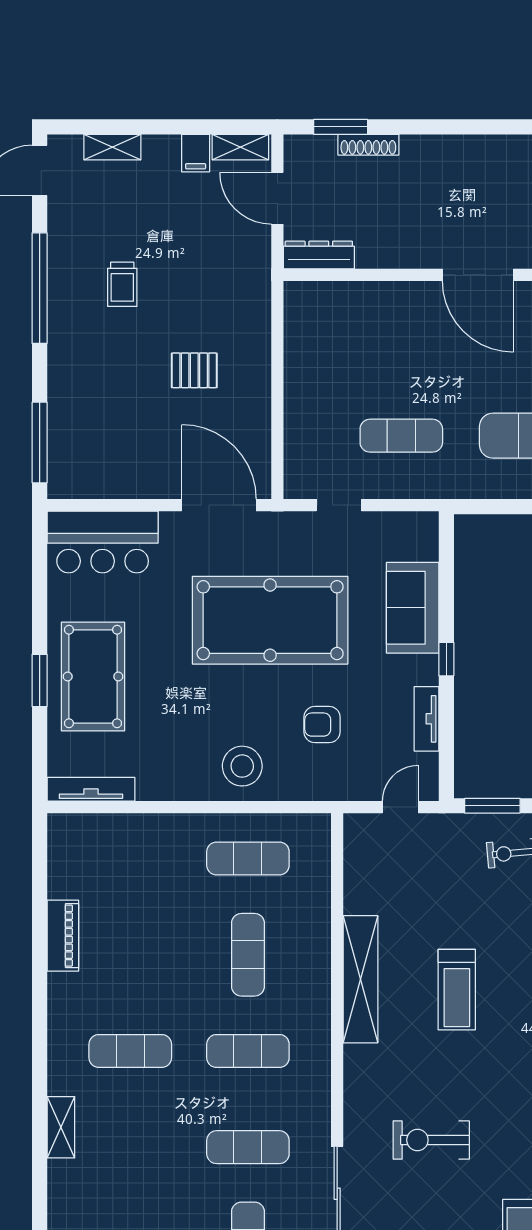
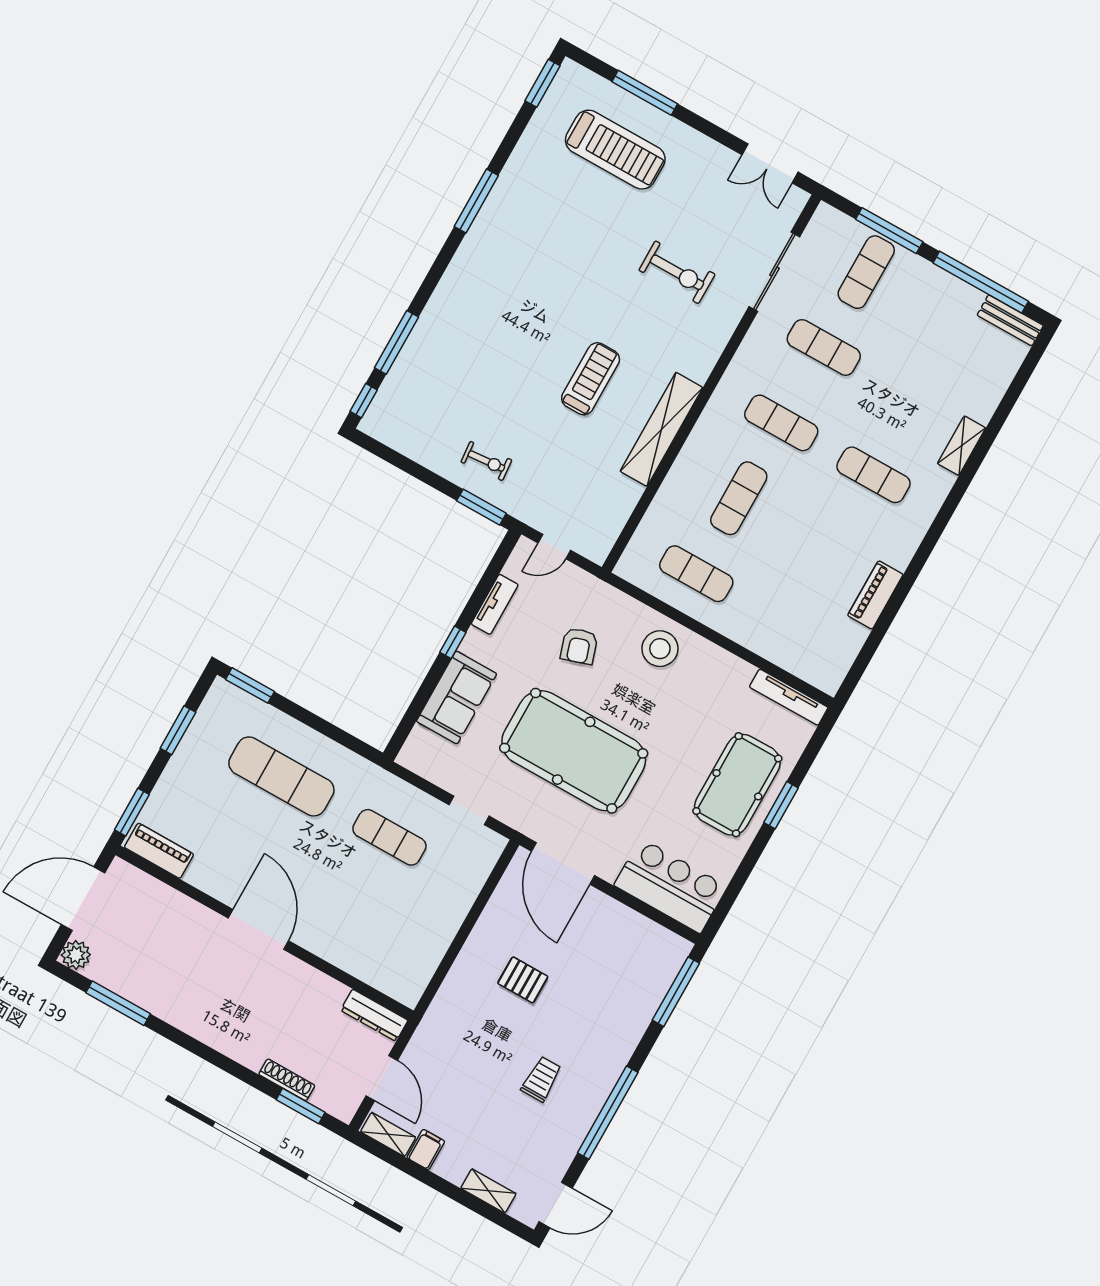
armchair: (322, 725) -> (579, 646), turned 72

